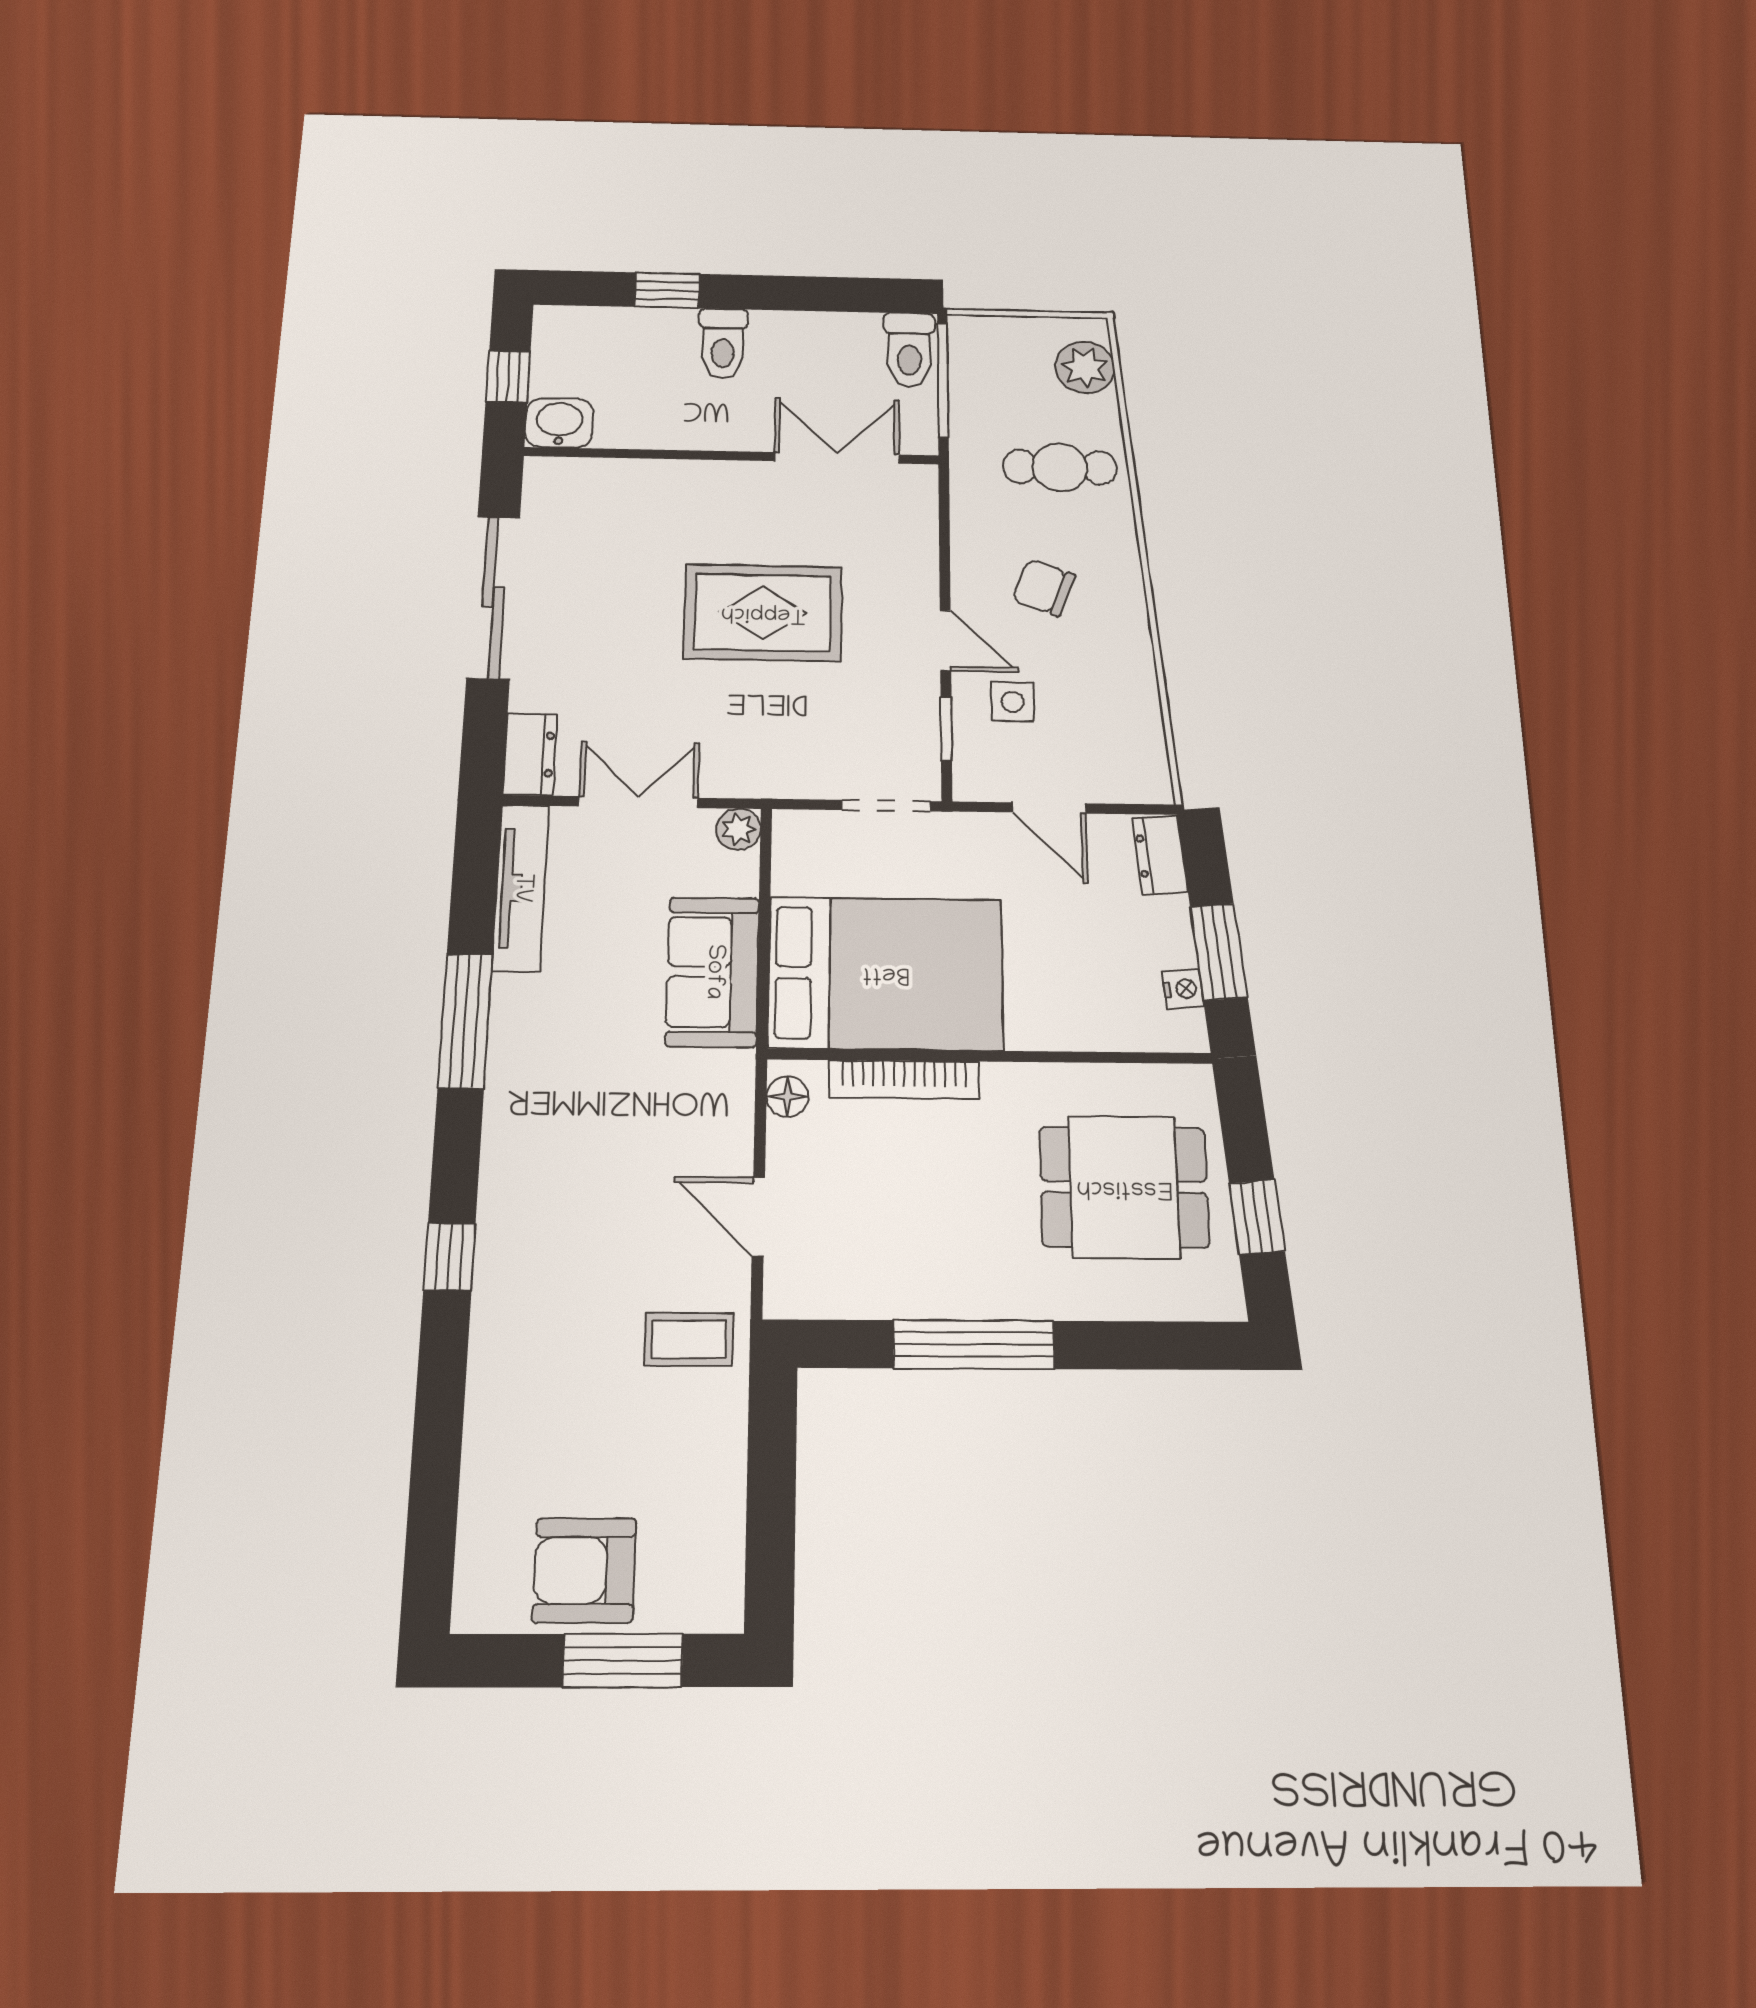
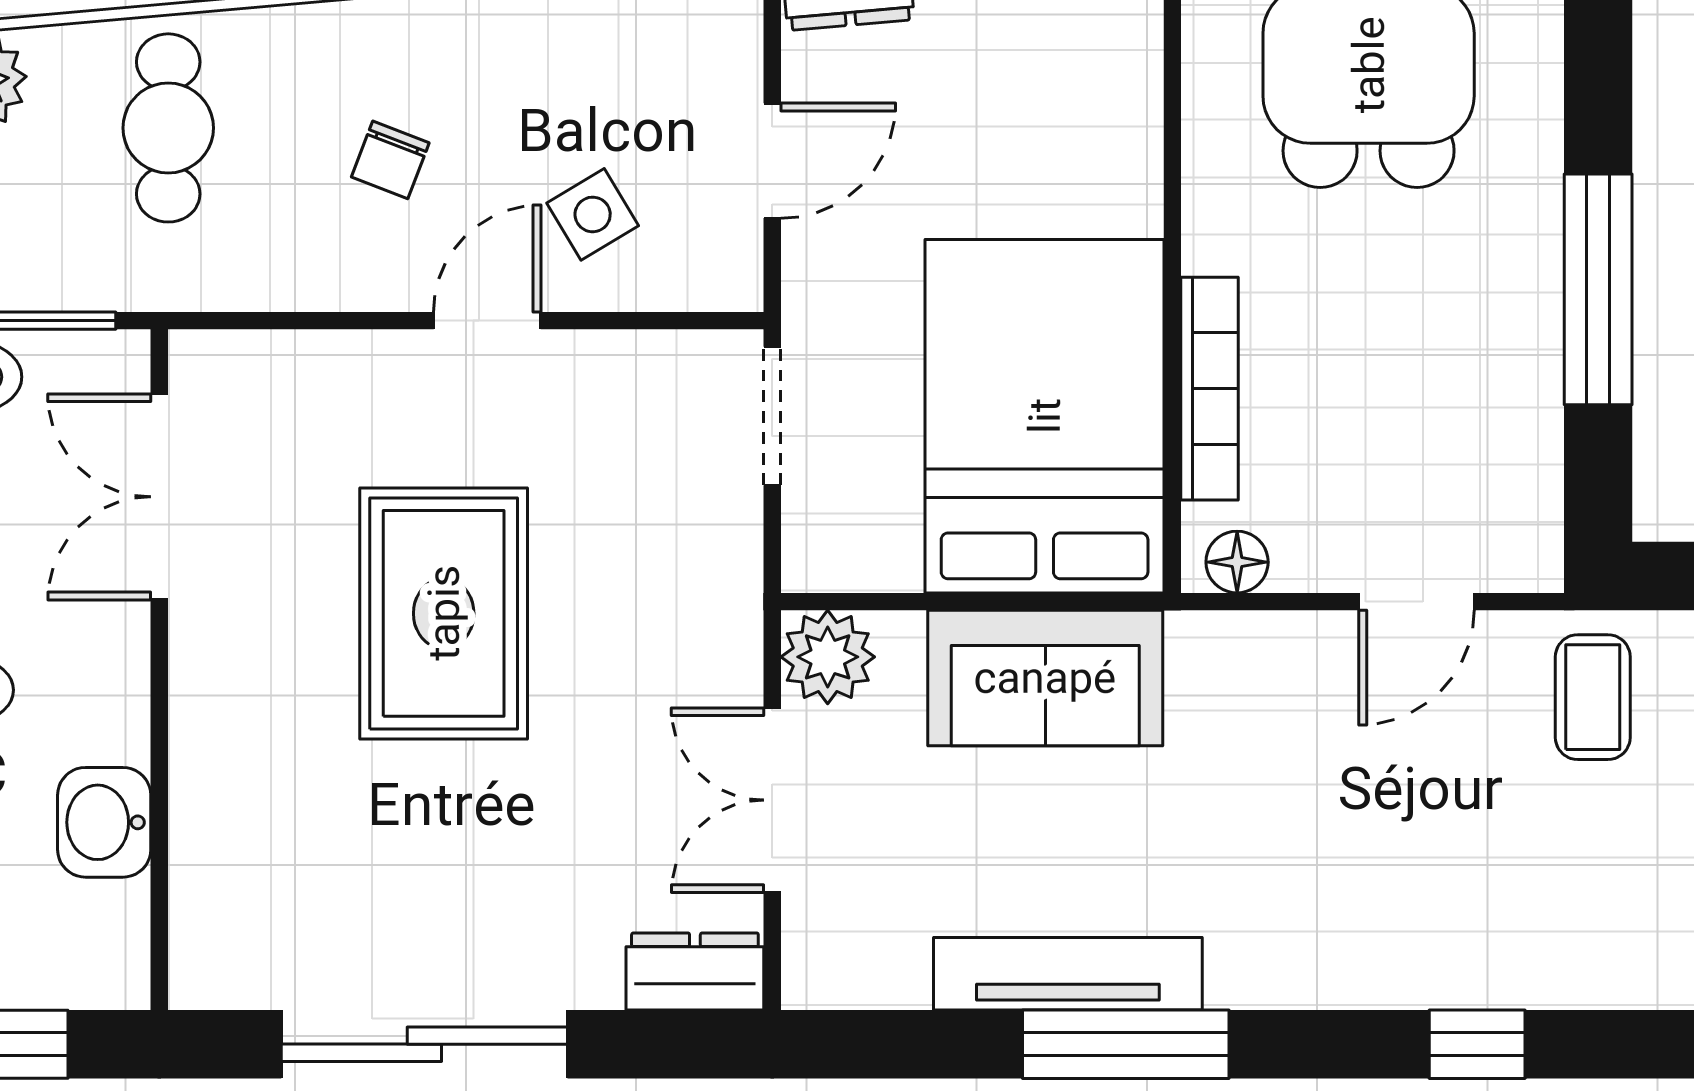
washbasin: (559, 423) -> (104, 822), moved
chair: (1044, 588) -> (390, 160), width x0.73, depth x0.73
side table: (1013, 702) -> (593, 214), turned -31
window: (946, 729) -> (641, 321), removed
plant: (738, 829) -> (828, 657), width x1.38, depth x1.38
tv unit: (521, 888) -> (1068, 974), moved

